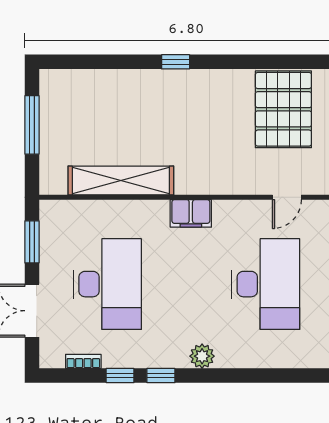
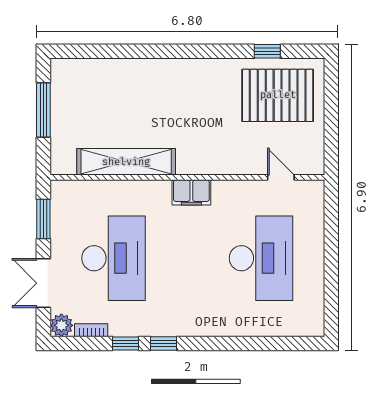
window: (176, 62) -> (267, 51), moved
pallet: (283, 109) -> (278, 95), turned 90
door: (287, 197) -> (281, 177), swing flipped
plant: (202, 356) -> (61, 325), moved

